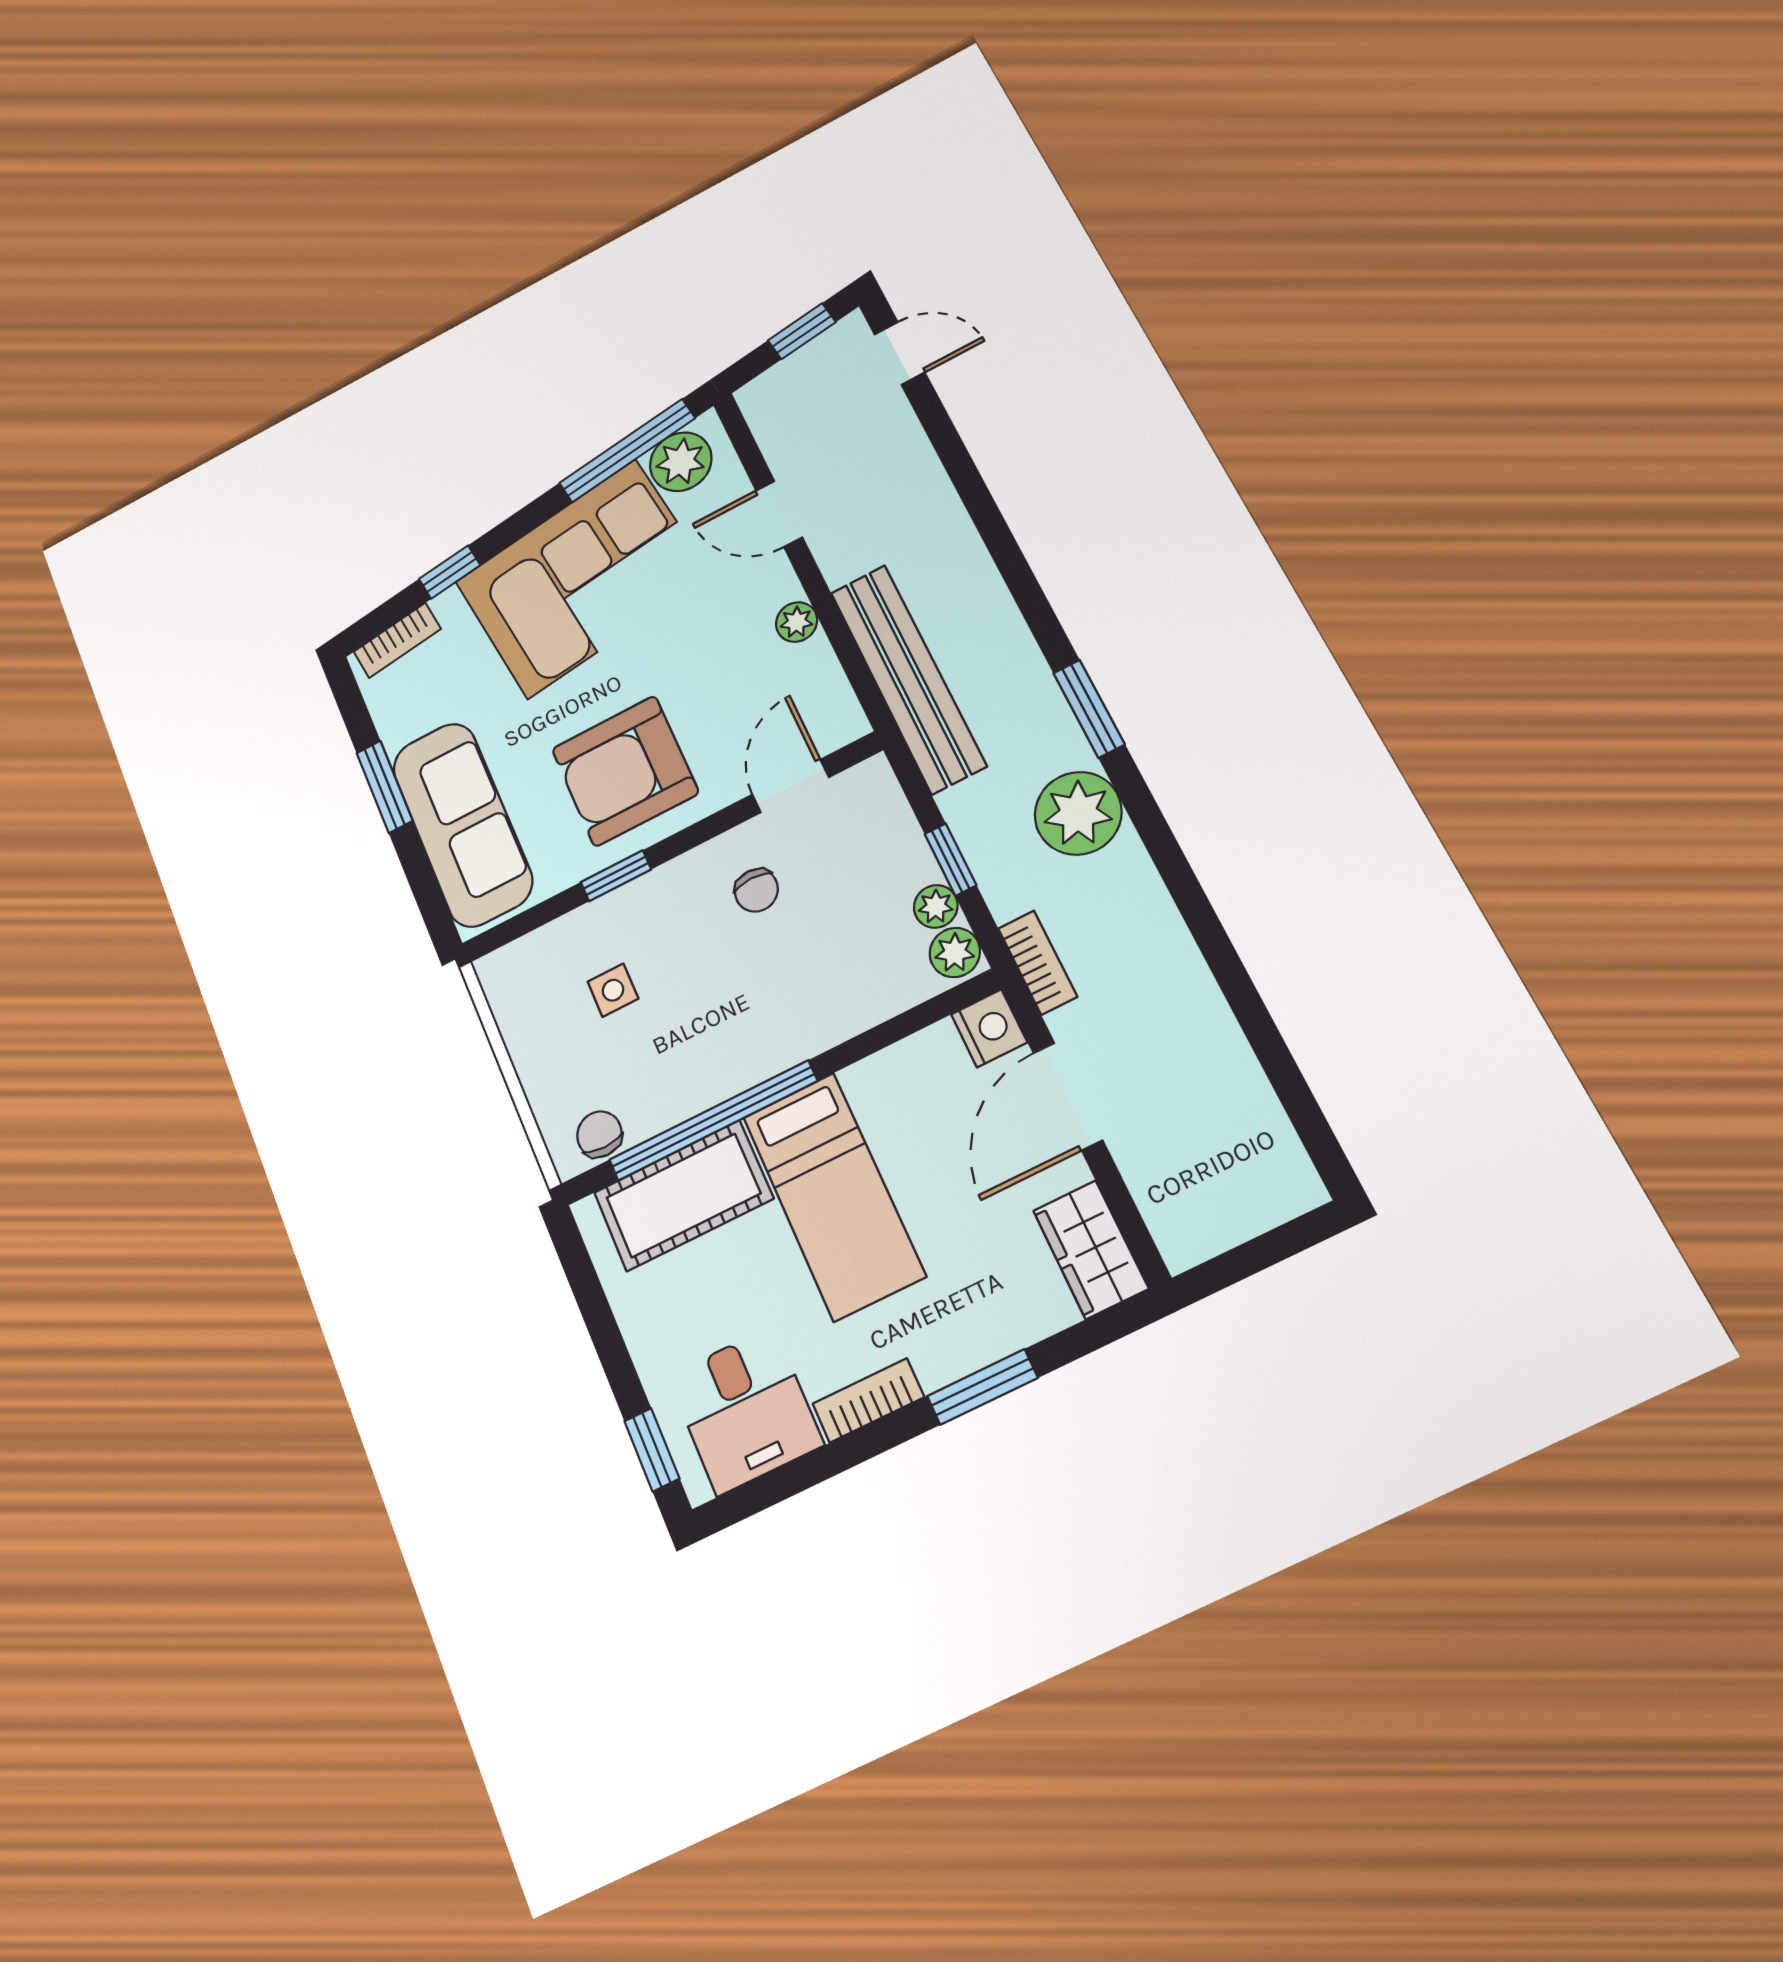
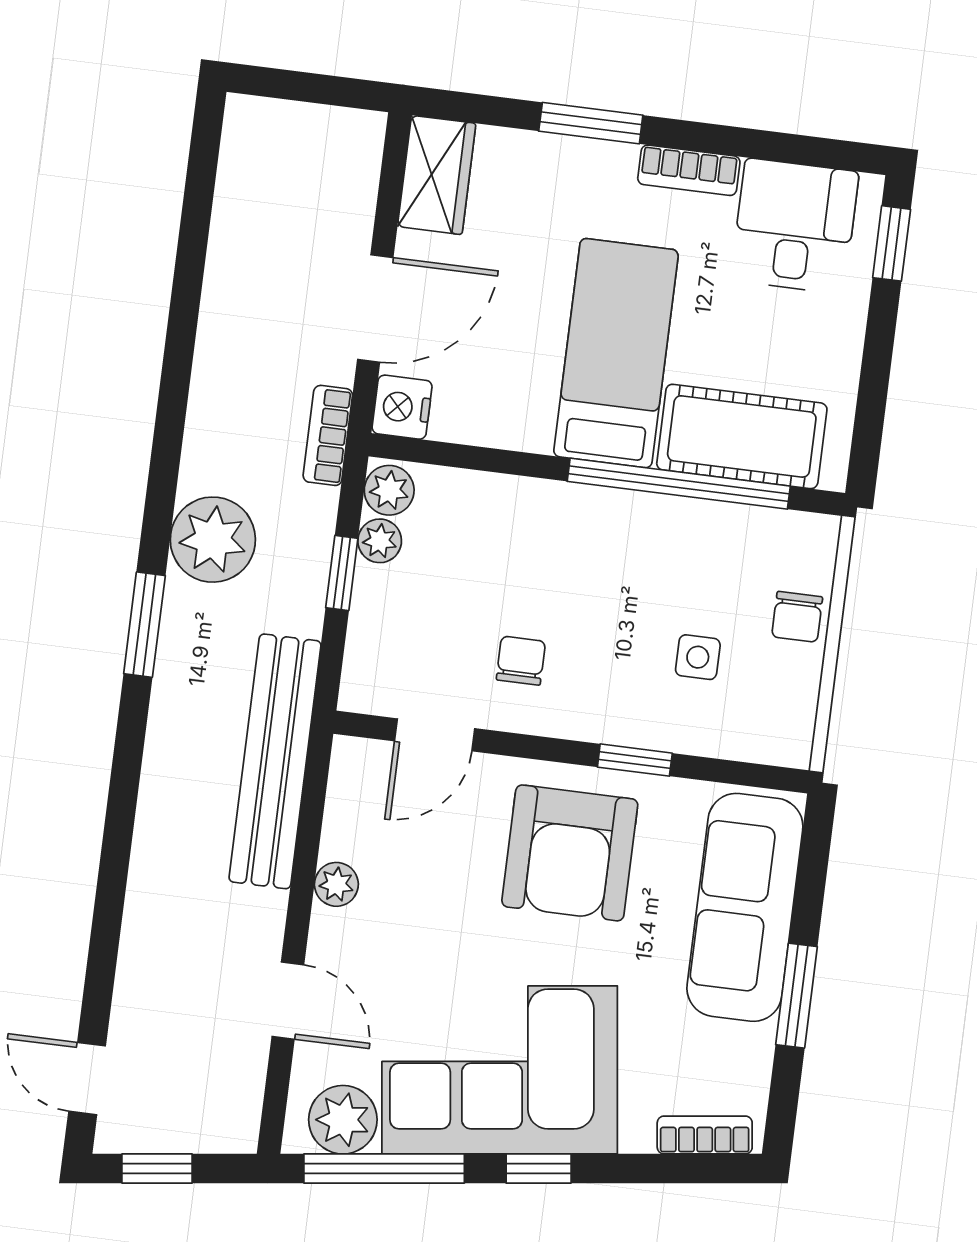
window: (450, 572) -> (539, 1169), moved
armchair: (625, 771) -> (570, 853), turned 90
chair: (599, 1134) -> (797, 617), moved

